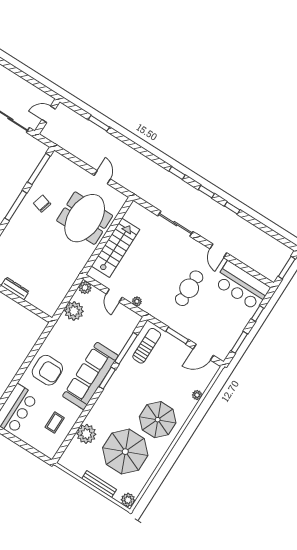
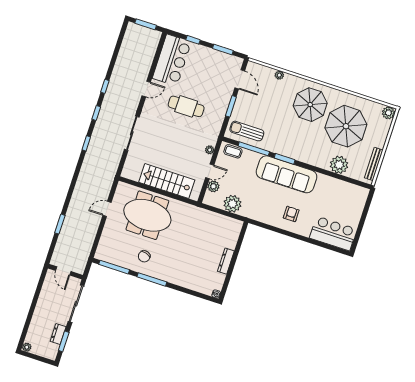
plant: (85, 288) -> (213, 186), moved
armchair: (47, 370) -> (291, 214), width x0.53, depth x0.53
coffee table: (55, 423) -> (233, 151), moved
bench: (99, 484) -> (374, 164), moved

